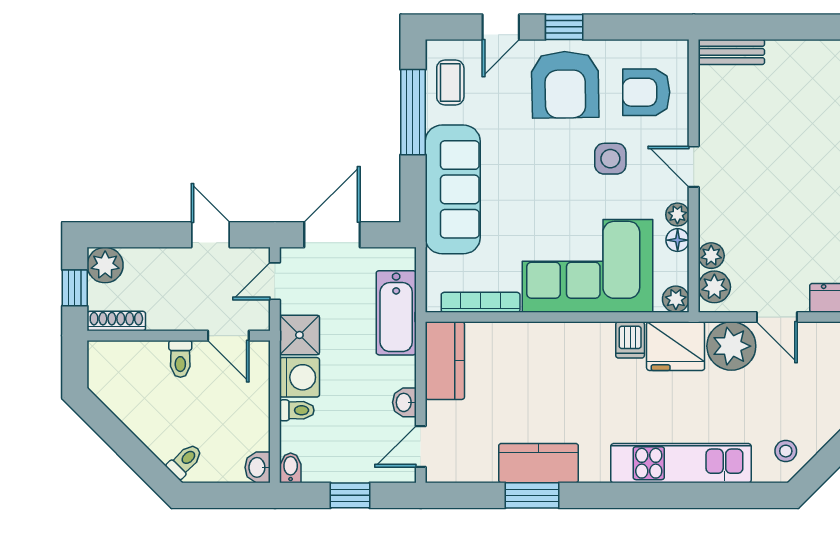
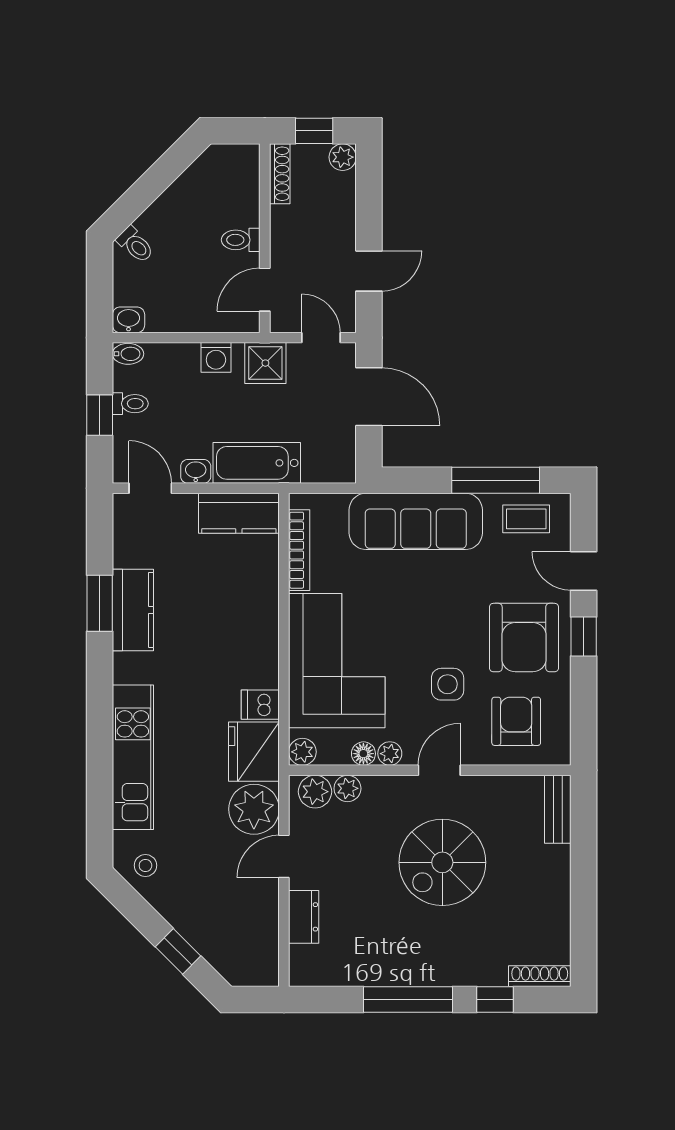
armchair: (565, 85) -> (524, 638), turned -89
spiral stairs: (783, 164) -> (442, 862), added
plant: (105, 265) -> (343, 157), width x0.73, depth x0.73
bathtub: (396, 313) -> (257, 463), moved
washing machine: (299, 377) -> (216, 357), width x0.73, depth x0.73
toilet: (297, 410) -> (130, 404), moved, turned -90

